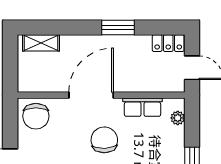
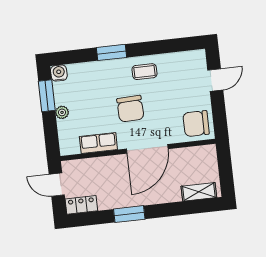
chair: (36, 116) -> (196, 124), turned -90
plant: (178, 118) -> (62, 112), moved

